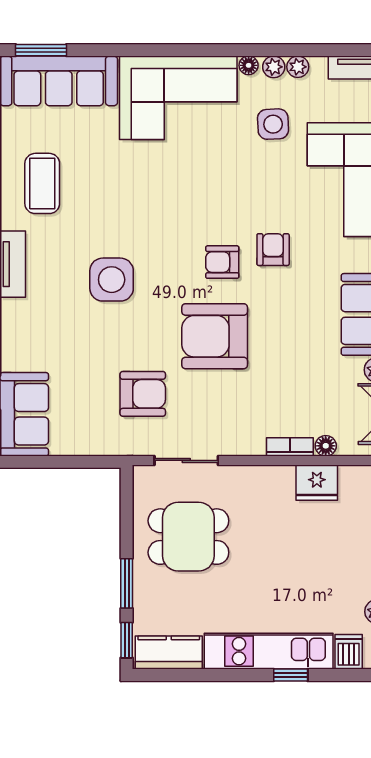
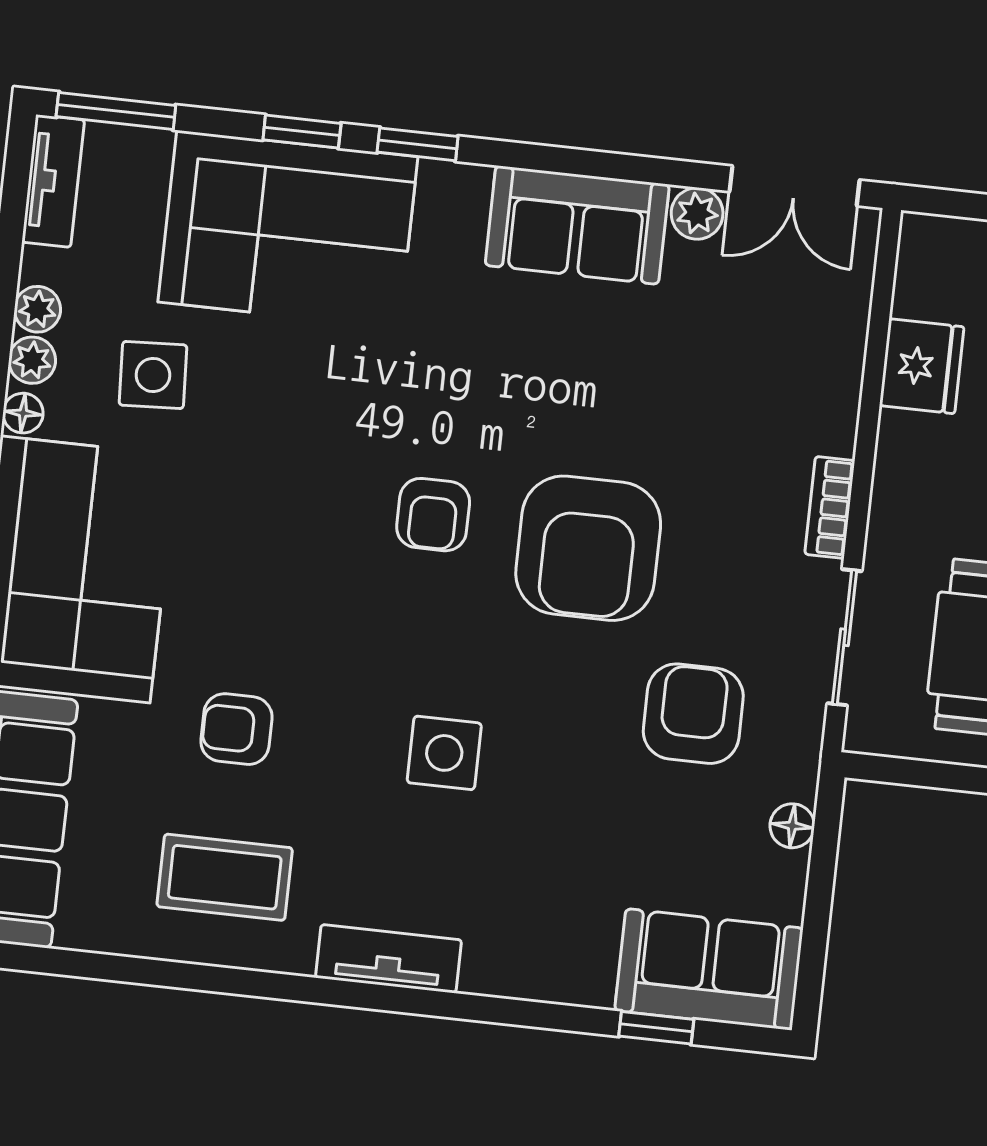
armchair: (273, 250) -> (236, 729), moved
side table: (112, 280) -> (444, 753), width x0.73, depth x0.73
floor lamp: (326, 446) -> (792, 826), moved
bookcase: (290, 447) -> (830, 507), moved

